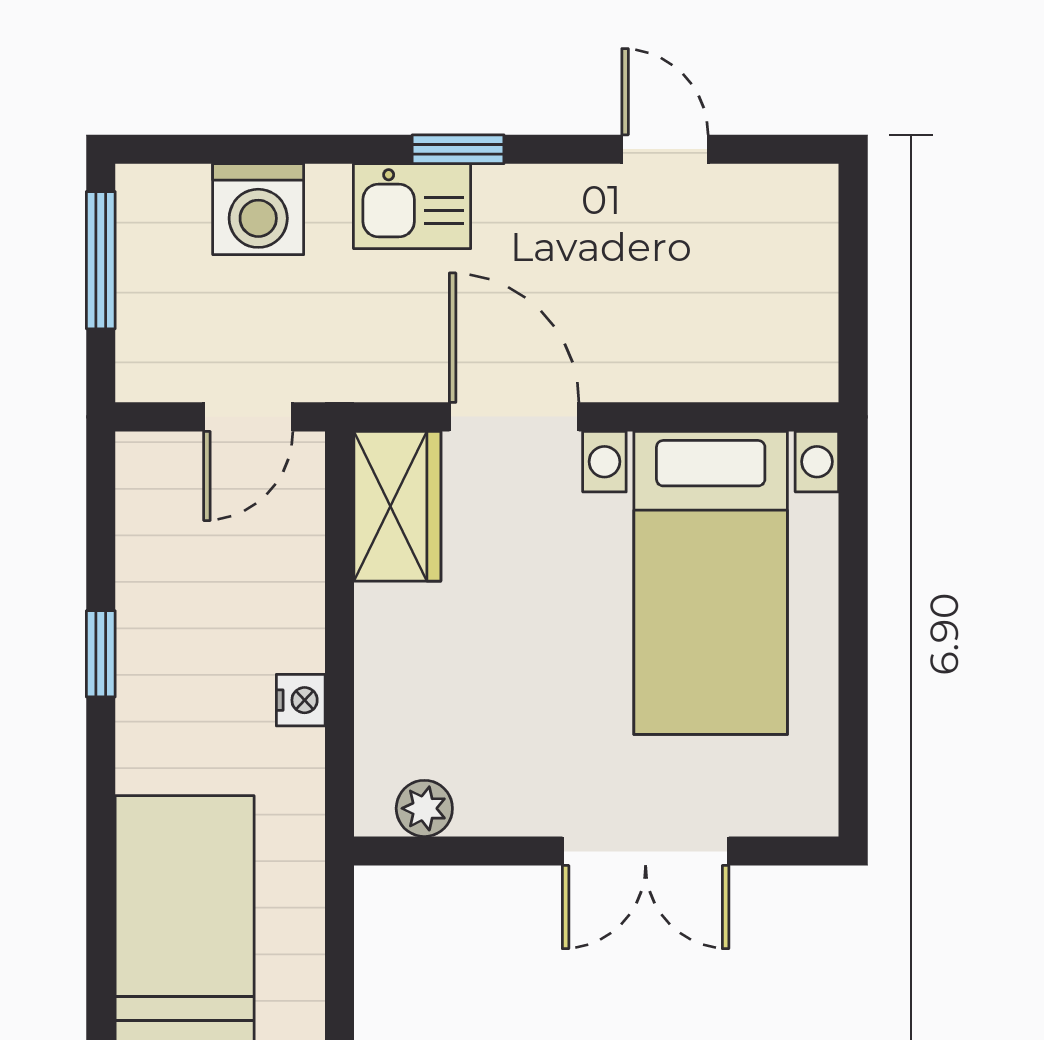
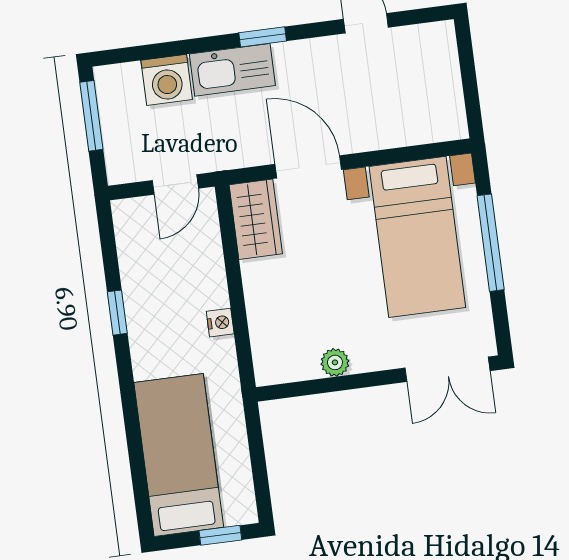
kitchen sink: (412, 206) -> (232, 70), width x1.38
window: (853, 613) -> (491, 243), added
plant: (424, 808) -> (335, 362), moved
double door: (646, 851) -> (447, 369), moved

